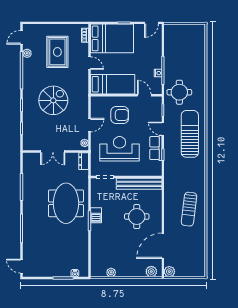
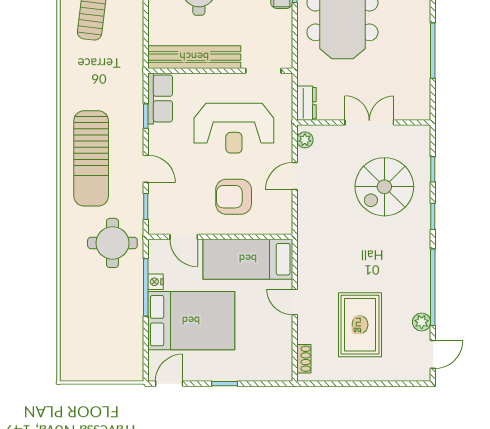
bed: (112, 38) -> (191, 321), moved, turned 180
spiral stairs: (53, 100) -> (384, 187), moved
row of seats: (156, 148) -> (160, 98), moved

